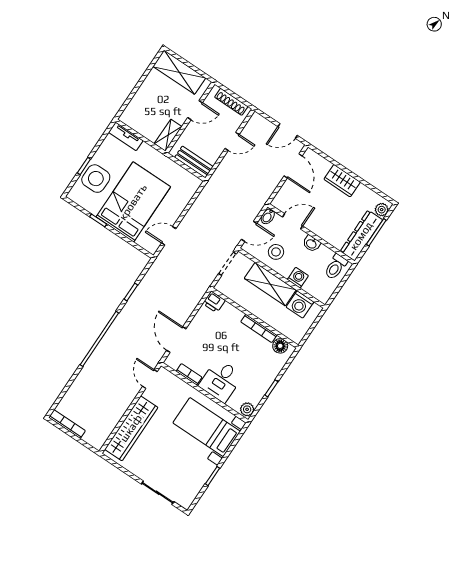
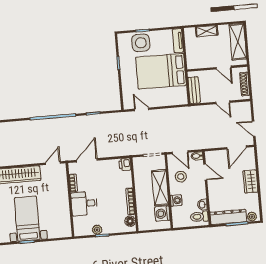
shelving: (168, 135) -> (207, 31), moved
bed: (133, 202) -> (161, 71), moved, turned 180
washbasin: (311, 244) -> (202, 205), moved
plant: (247, 409) -> (97, 230), moved
bed with nightstands: (207, 427) -> (27, 219), moved

